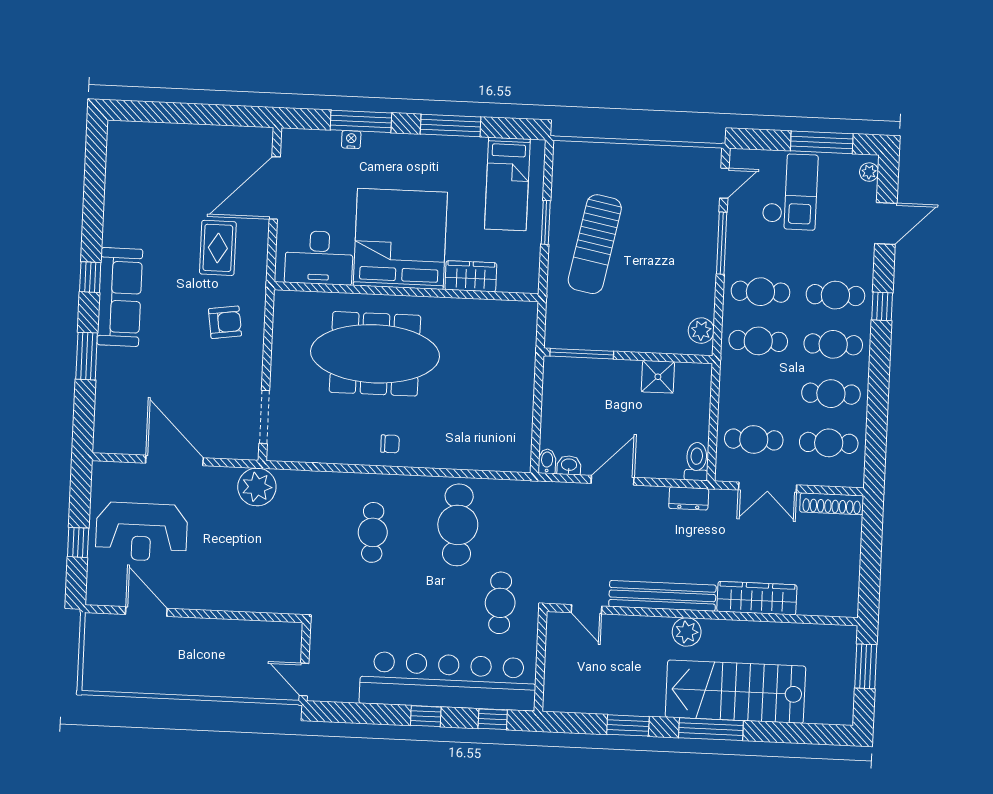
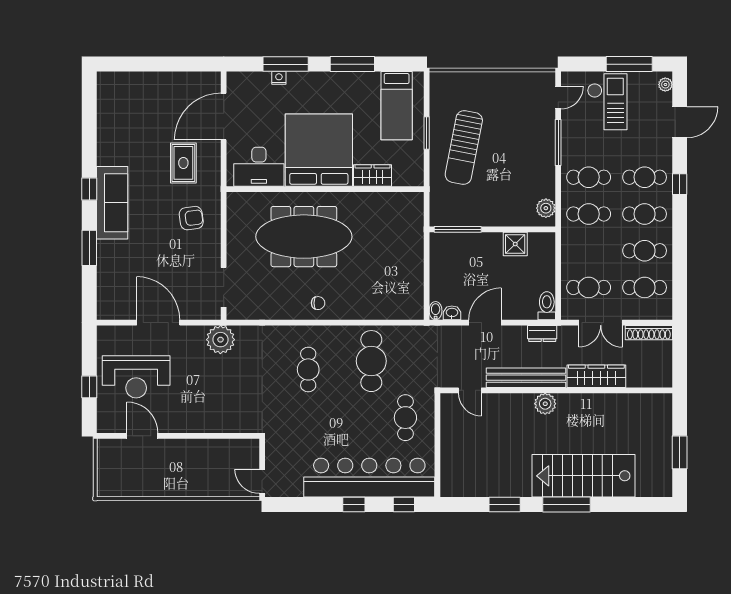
bench: (662, 596) -> (526, 378), moved
wardrobe: (757, 598) -> (596, 376), moved
door: (586, 609) -> (470, 390), moved
wall: (702, 615) -> (556, 390), moved
plant: (687, 632) -> (545, 404), moved

